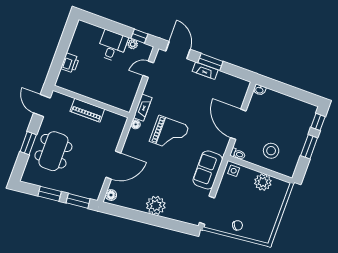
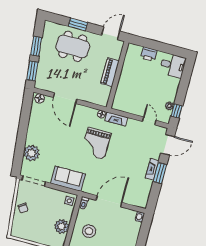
desk: (112, 46) -> (173, 65), moved
plant: (156, 205) -> (32, 153), moved

